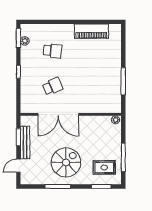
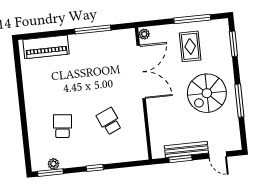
piano: (91, 31) -> (46, 47), moved, turned 90
double door: (58, 114) -> (141, 72), moved
spiral stairs: (66, 162) -> (207, 93), turned -90
rug: (104, 167) -> (190, 46), moved

